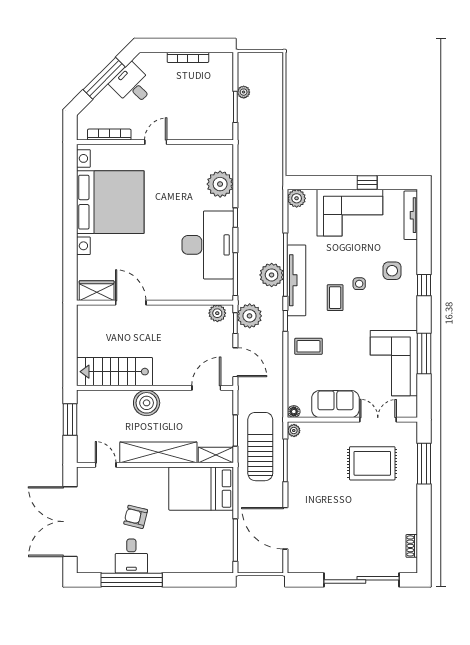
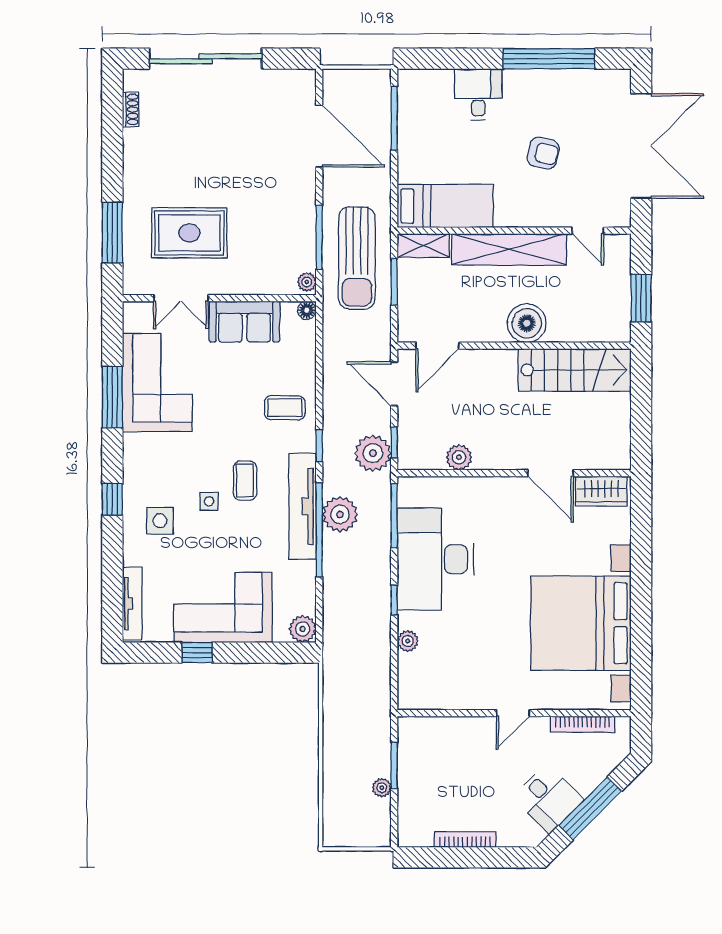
plant: (220, 184) -> (408, 641), width x0.53, depth x0.53
plant: (217, 313) -> (459, 457), moved
bed: (201, 489) -> (445, 206), width x0.67
desk: (131, 556) -> (478, 94), moved

